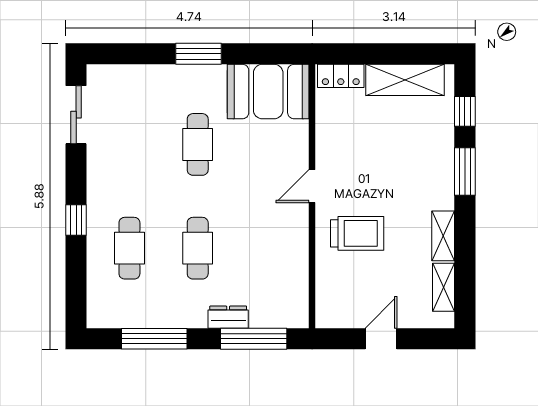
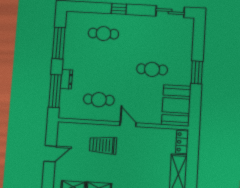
trolley: (357, 233) -> (103, 145), turned 90
cafe table: (198, 248) -> (99, 100), moved
door: (381, 339) -> (50, 154), hinge flipped

